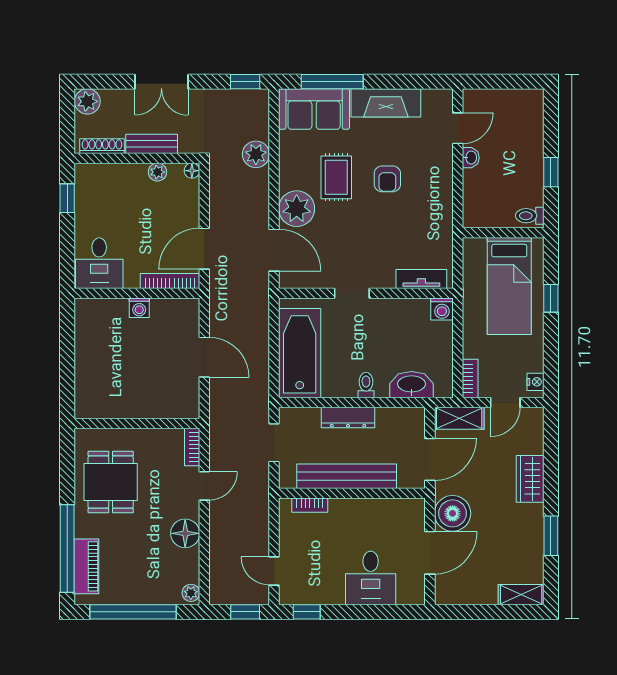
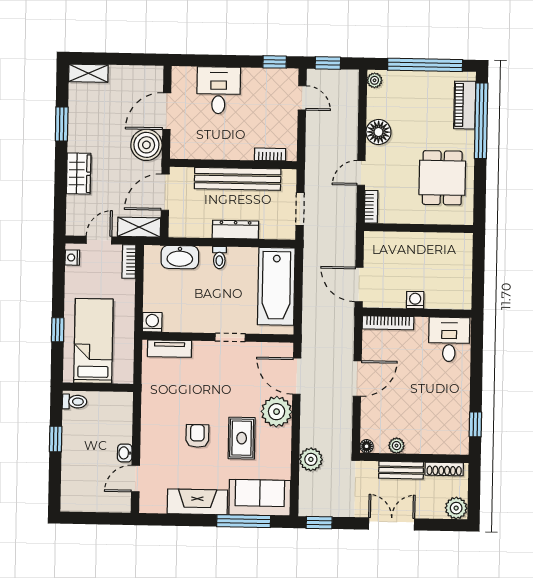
desk: (99, 263) -> (449, 339), moved
bookcase: (170, 281) -> (388, 323), moved
wall: (137, 293) -> (417, 313), moved
washing machine: (139, 308) -> (415, 300), moved

